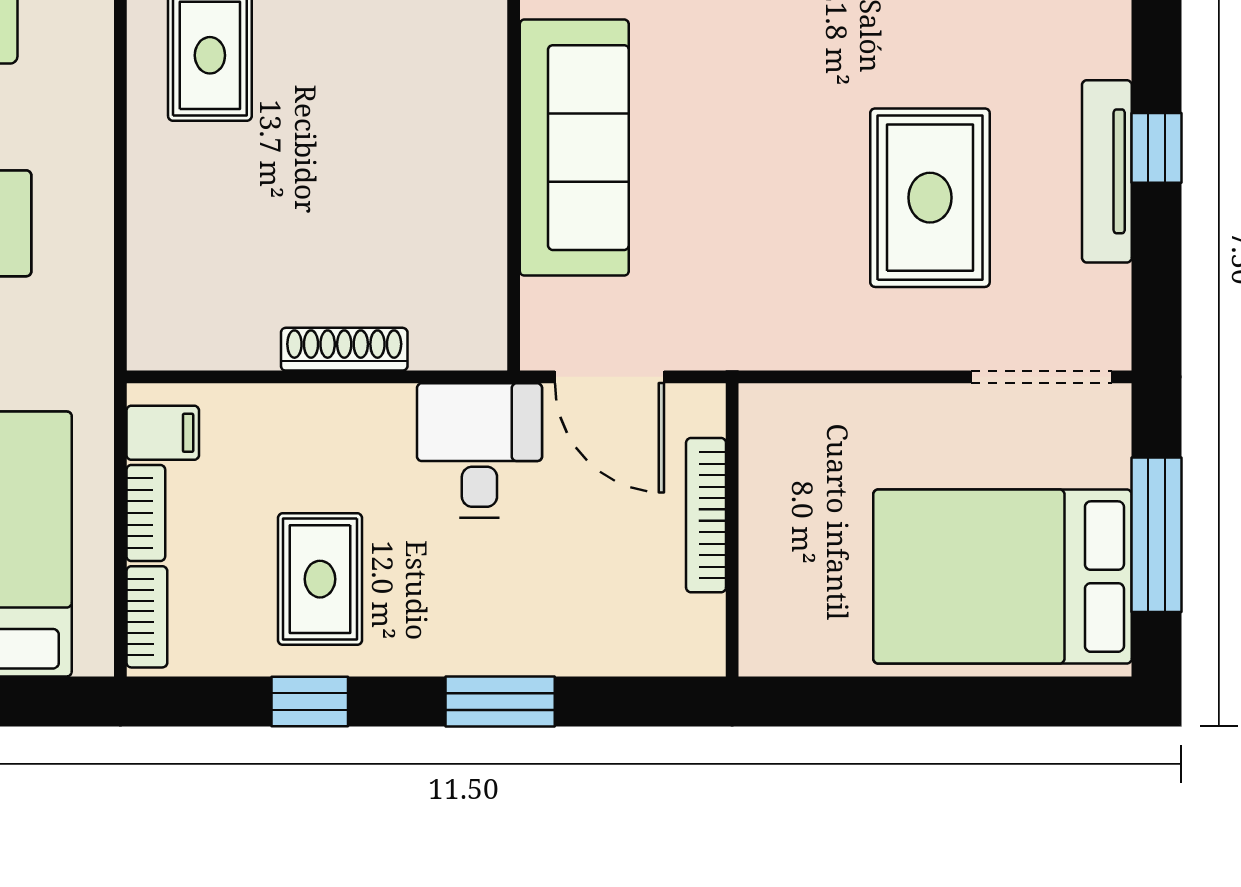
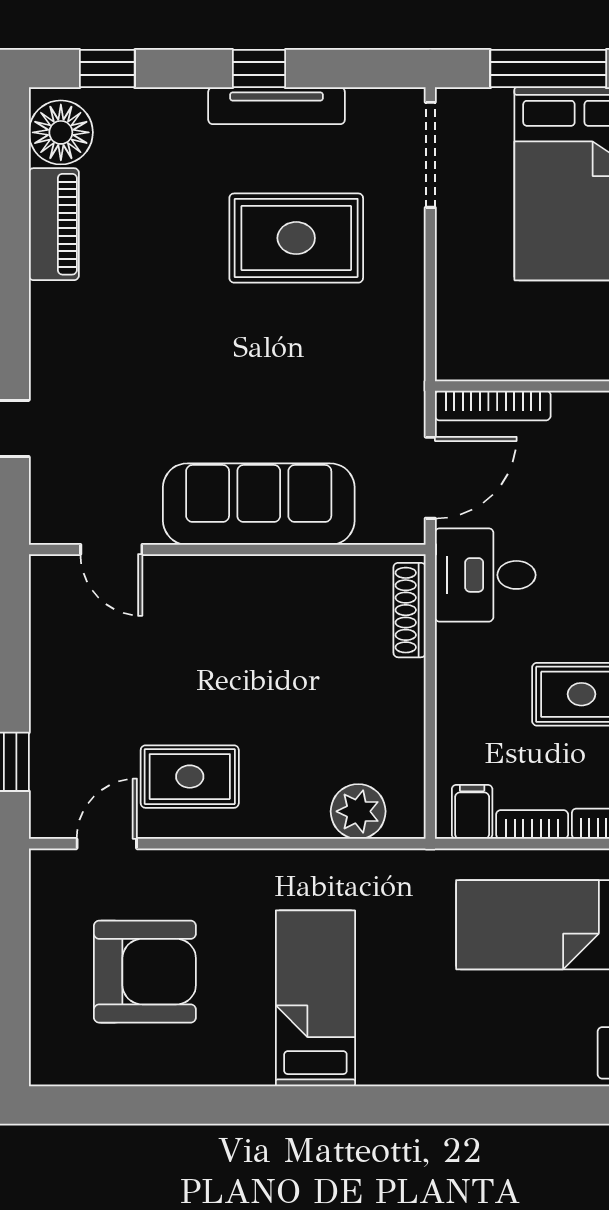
plant: (163, 280) -> (358, 811), added
shoe rack: (344, 349) -> (410, 610), moved
bookcase: (706, 515) -> (493, 406), moved

